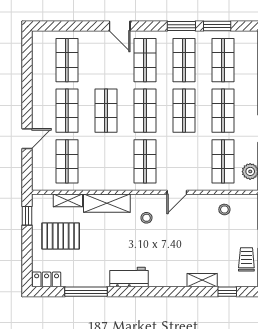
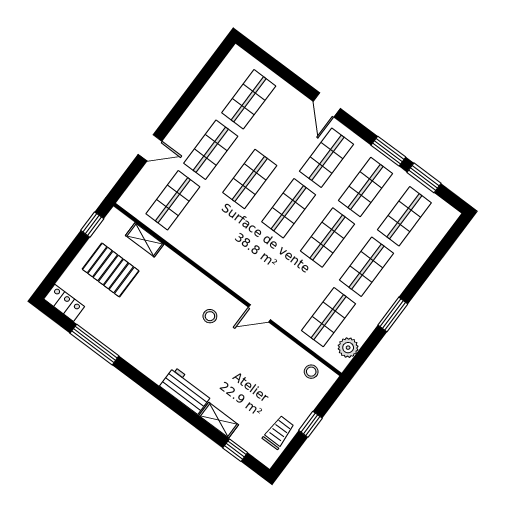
shop shelf: (145, 161) -> (251, 259), removed
shelving: (107, 203) -> (181, 272), removed
stool: (224, 209) -> (311, 372), moved
workbench: (129, 277) -> (186, 391), moved

